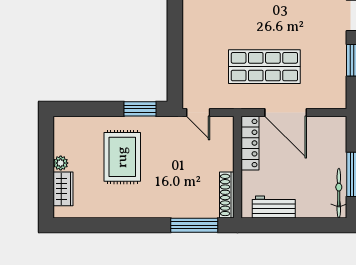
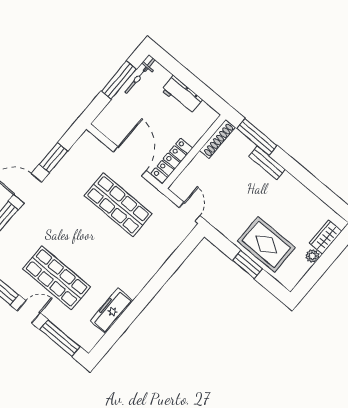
window: (140, 109) -> (247, 265), moved
rug: (122, 157) -> (266, 244), moved, turned 90
workbench: (274, 207) -> (182, 95), moved
bench: (167, 210) -> (267, 163), added

